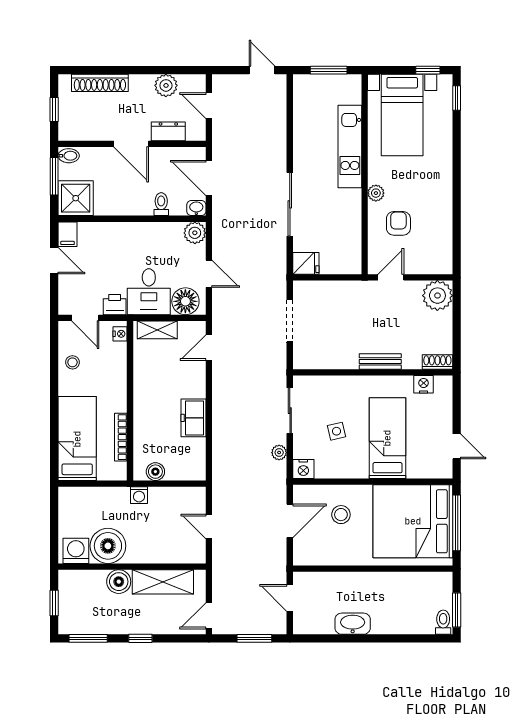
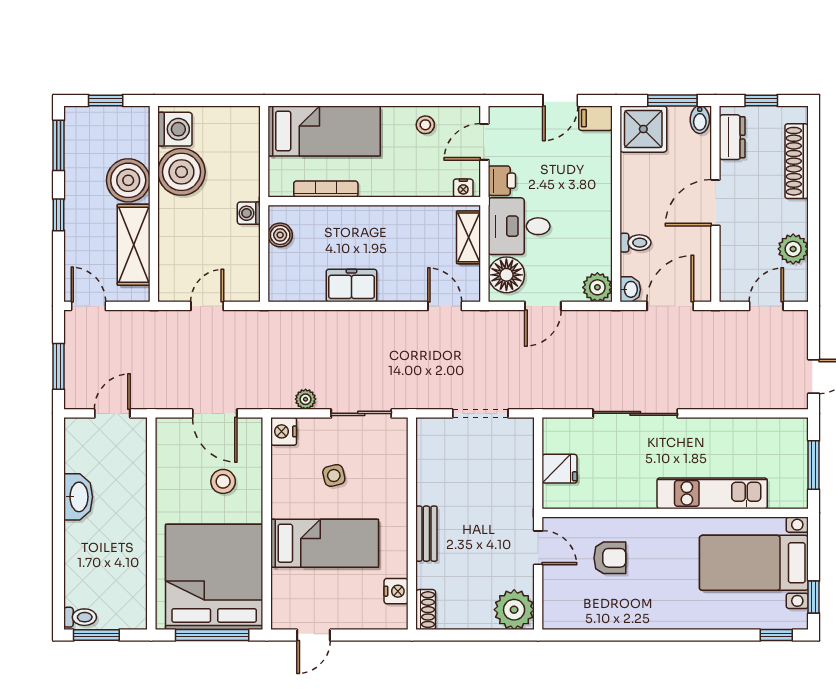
dresser: (168, 131) -> (732, 137), moved
plant: (376, 193) -> (650, 528), removed
fridge: (306, 263) -> (559, 469), moved, turned -90
boiler: (119, 582) -> (128, 180), width x1.37, depth x1.37

